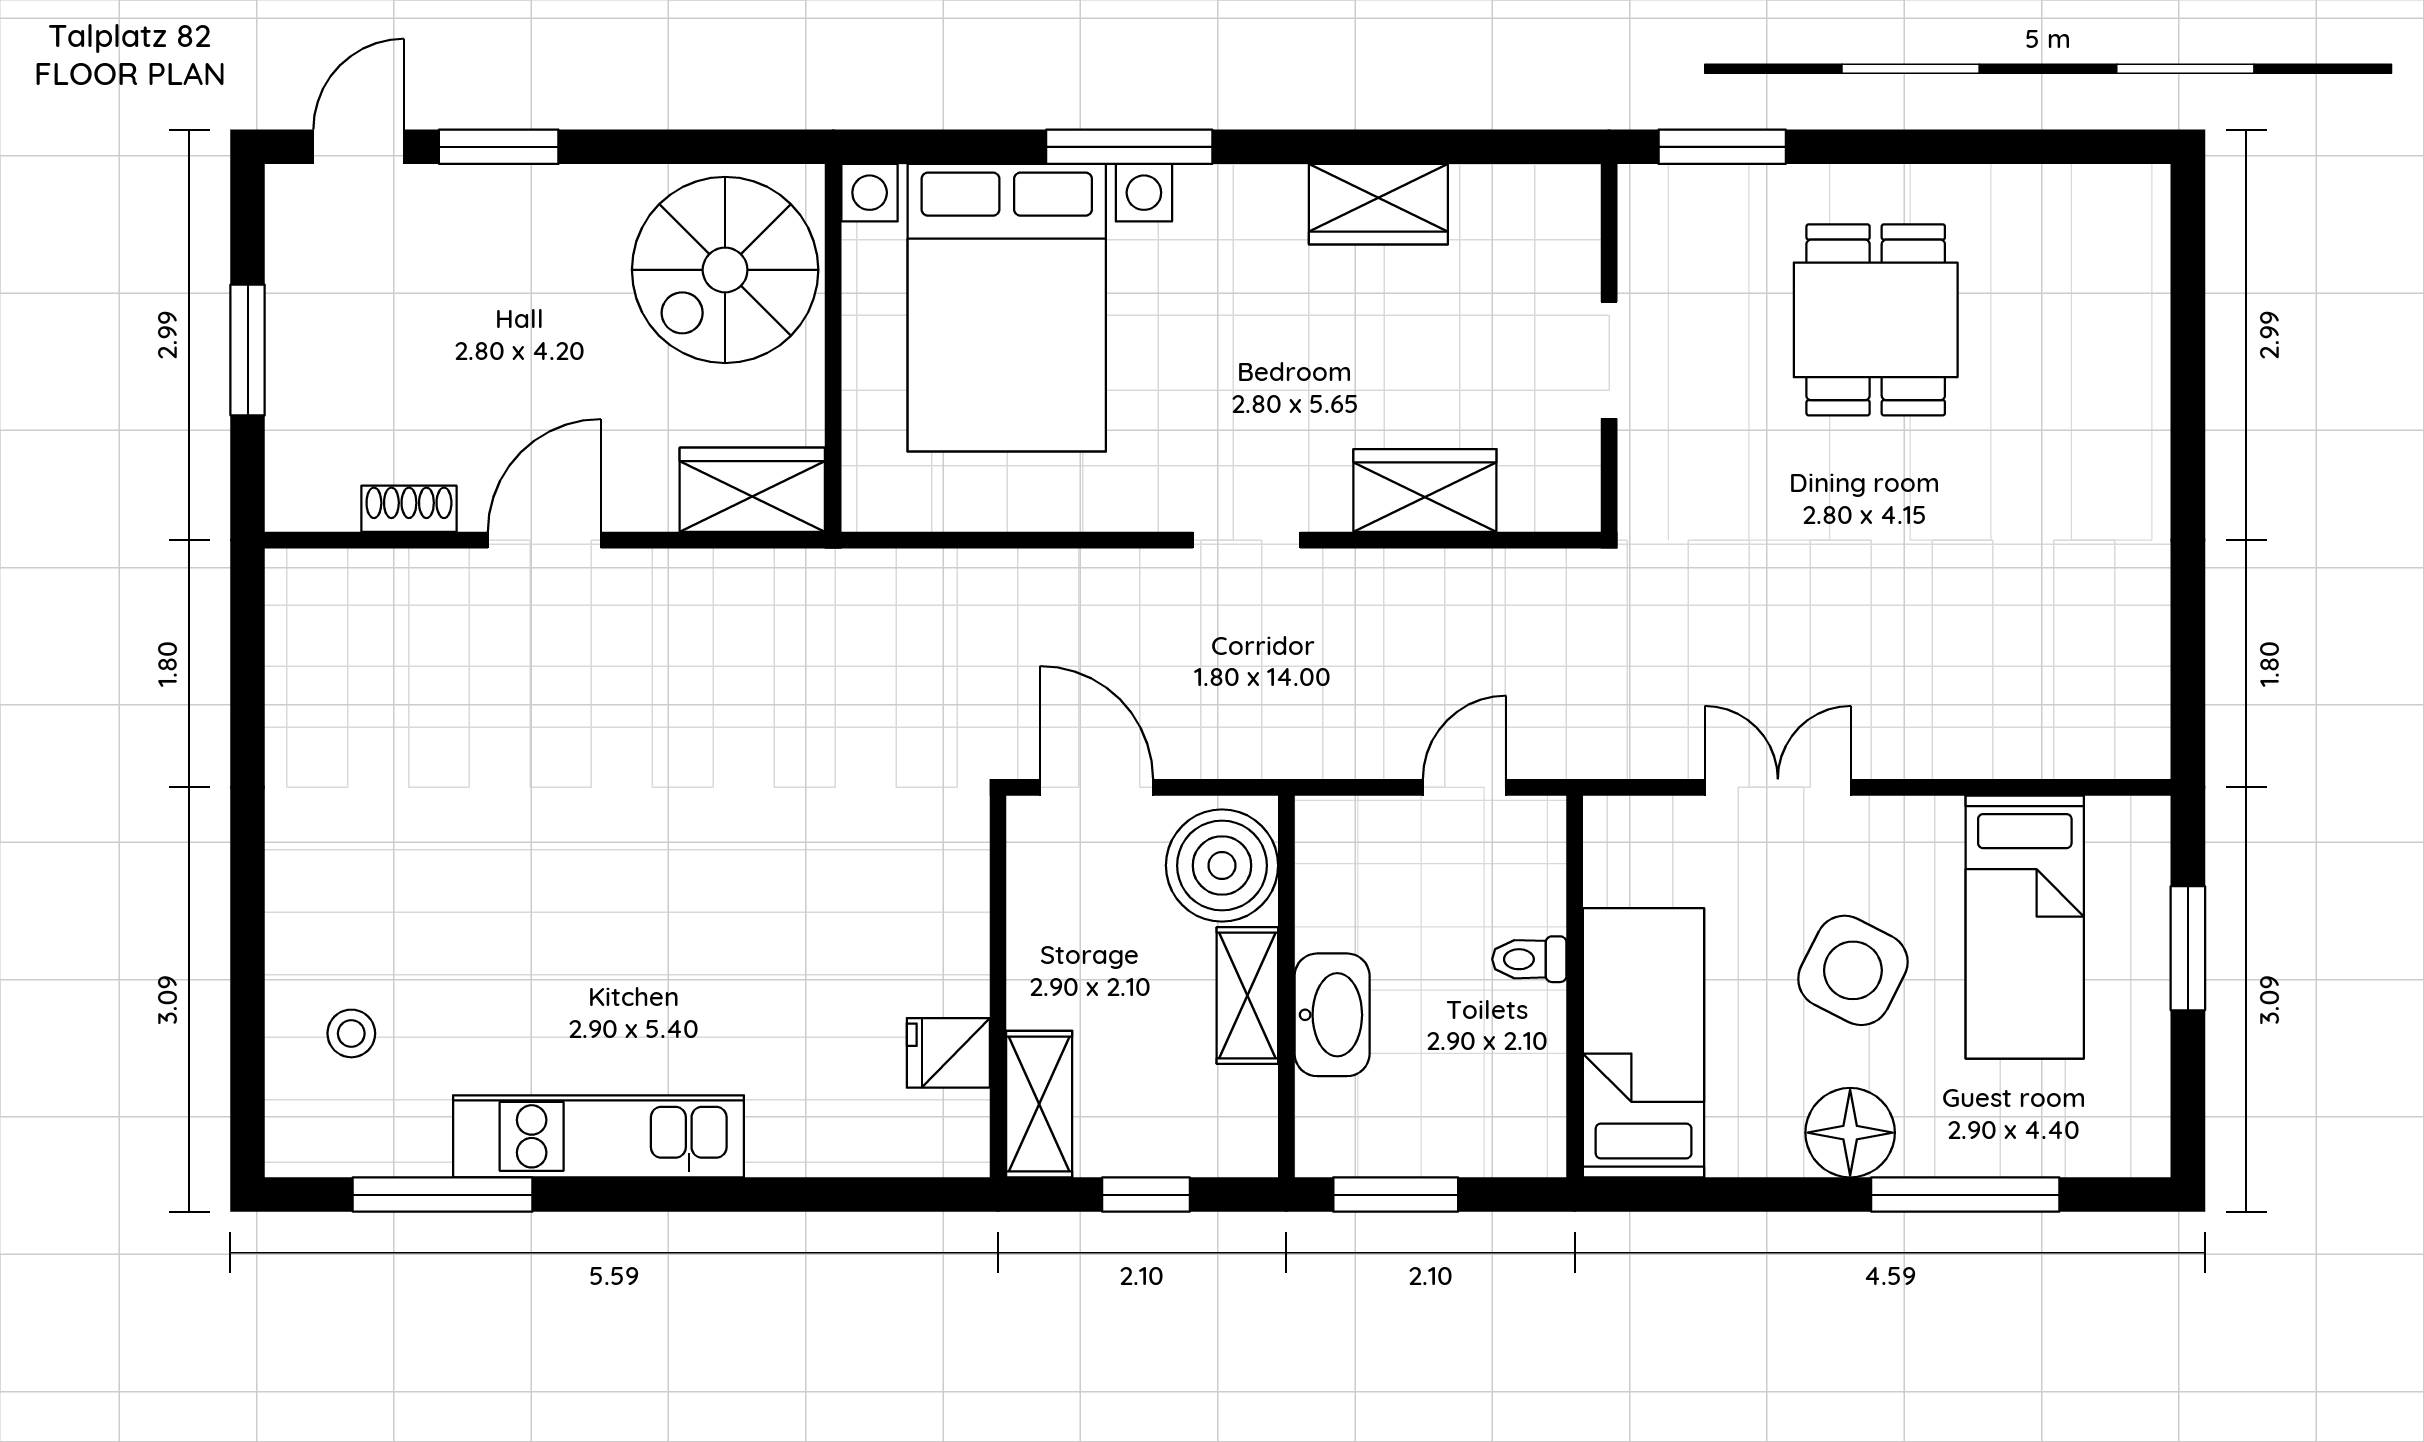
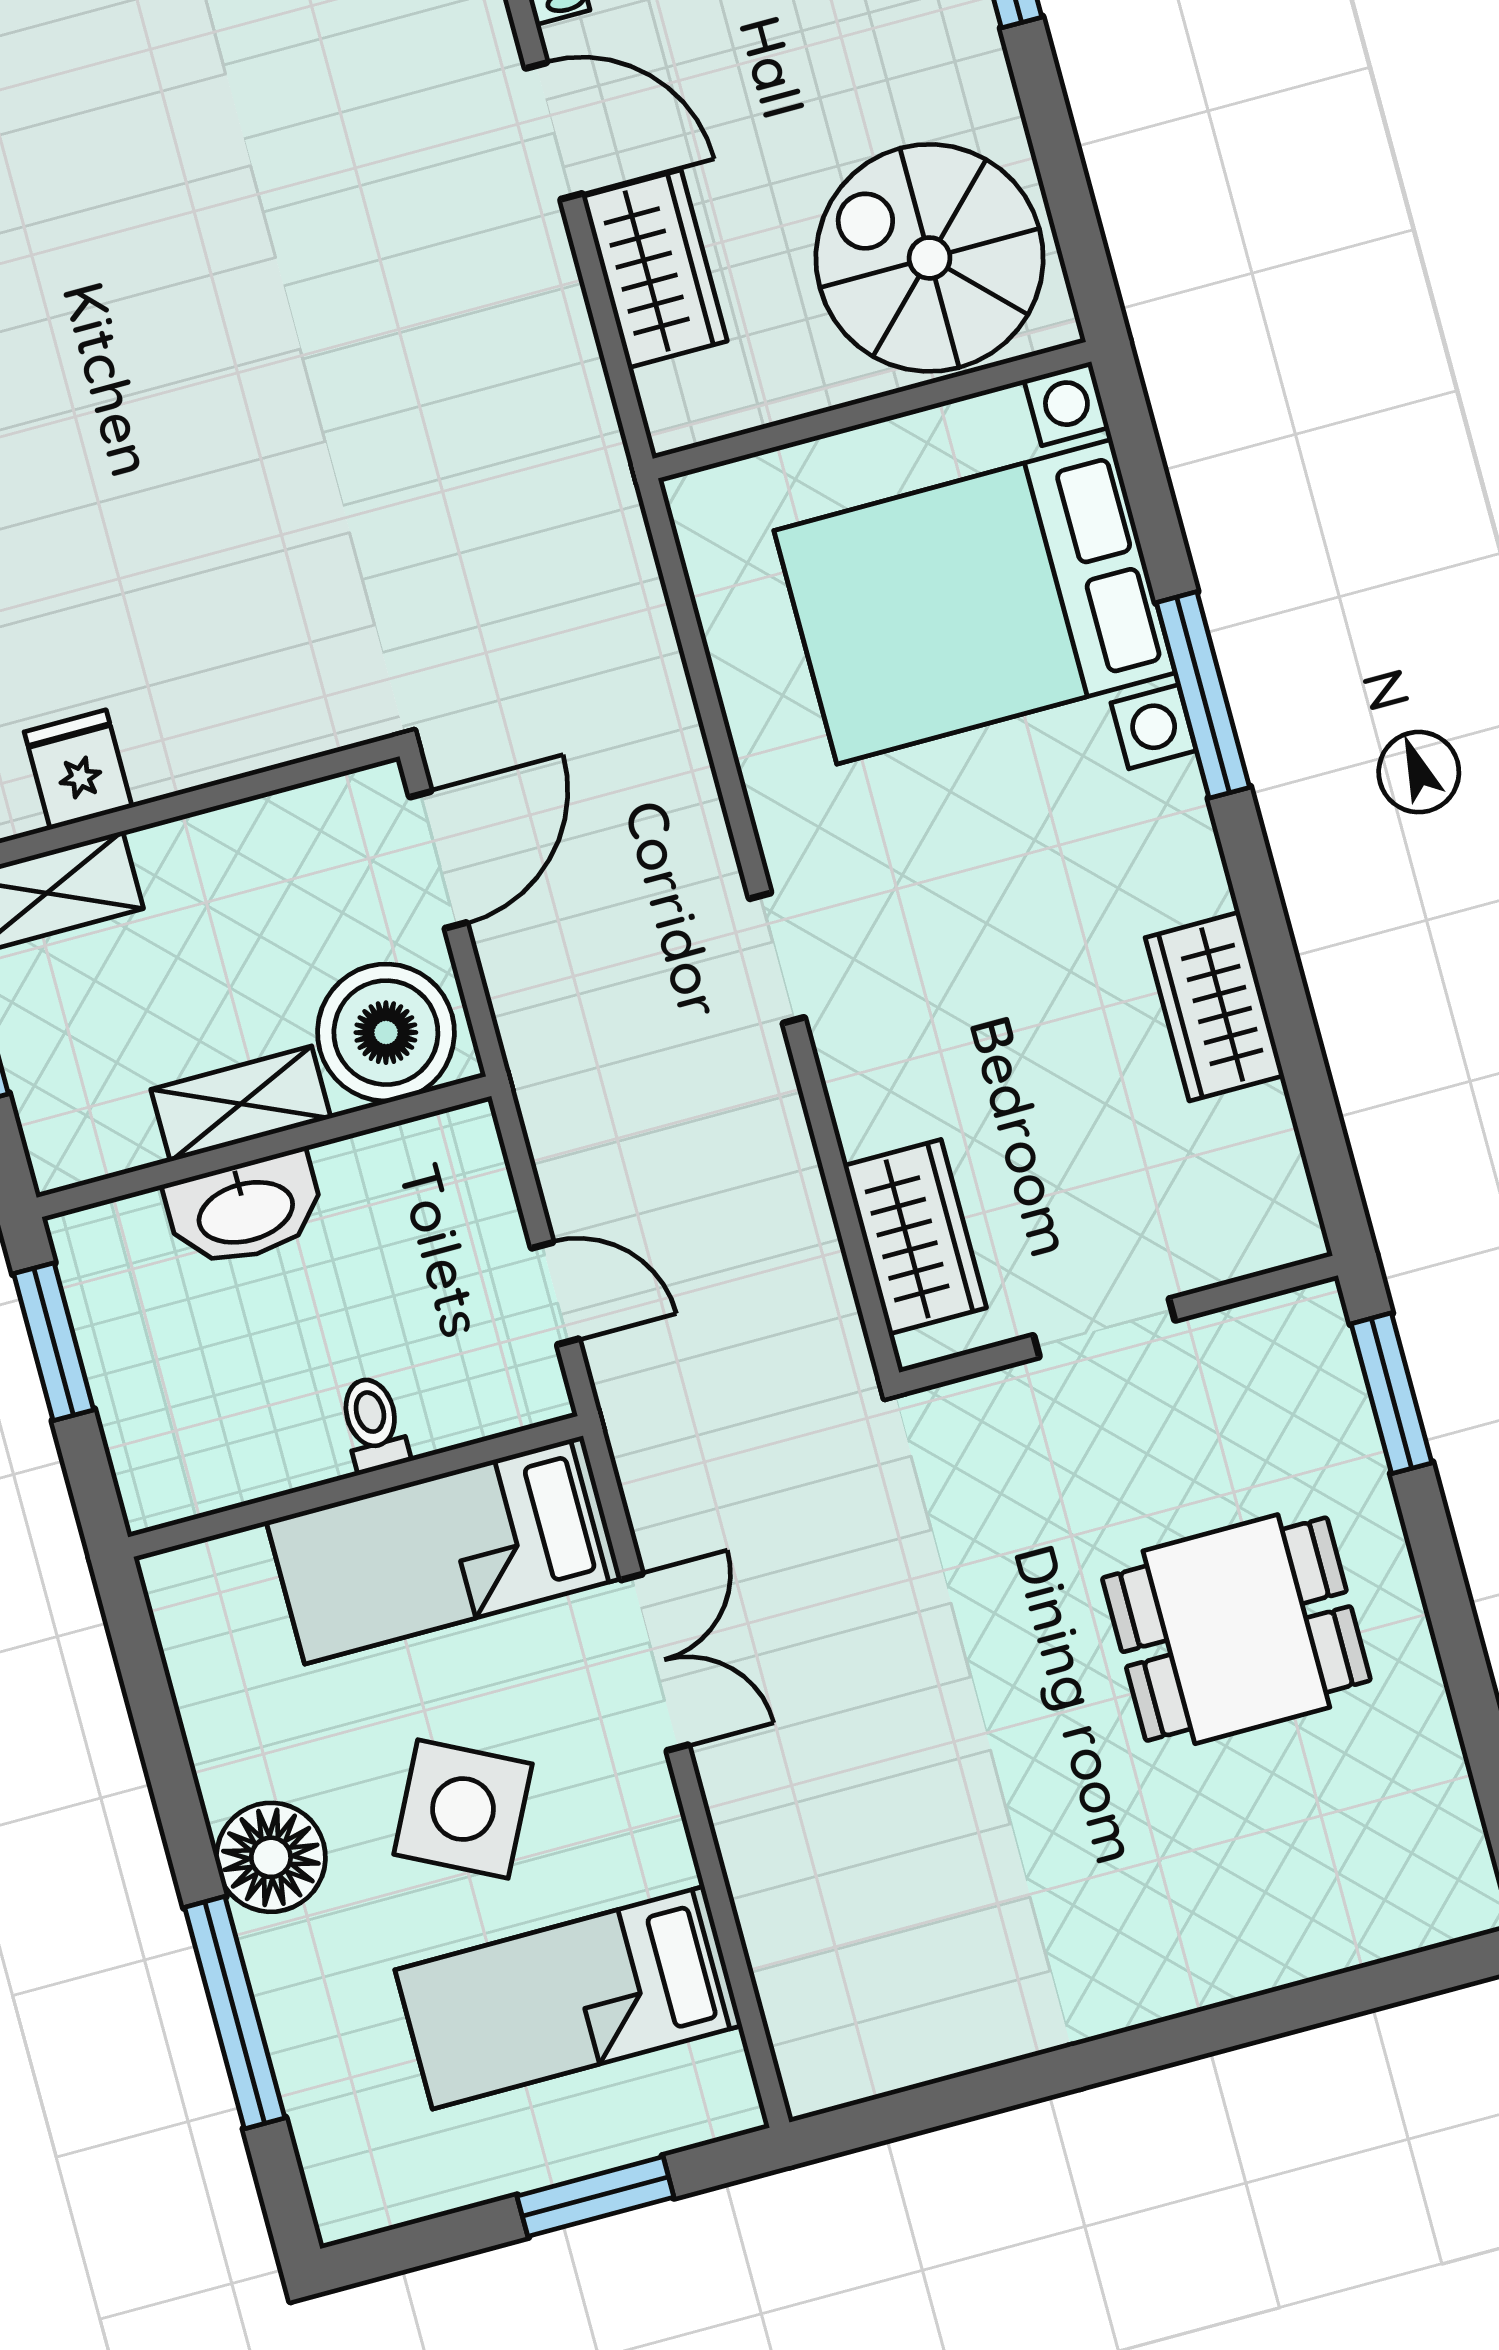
wardrobe: (752, 490) -> (655, 269), moved
wardrobe: (1425, 490) -> (915, 1237), moved
bed: (1644, 1043) -> (444, 1550), moved, turned 180

